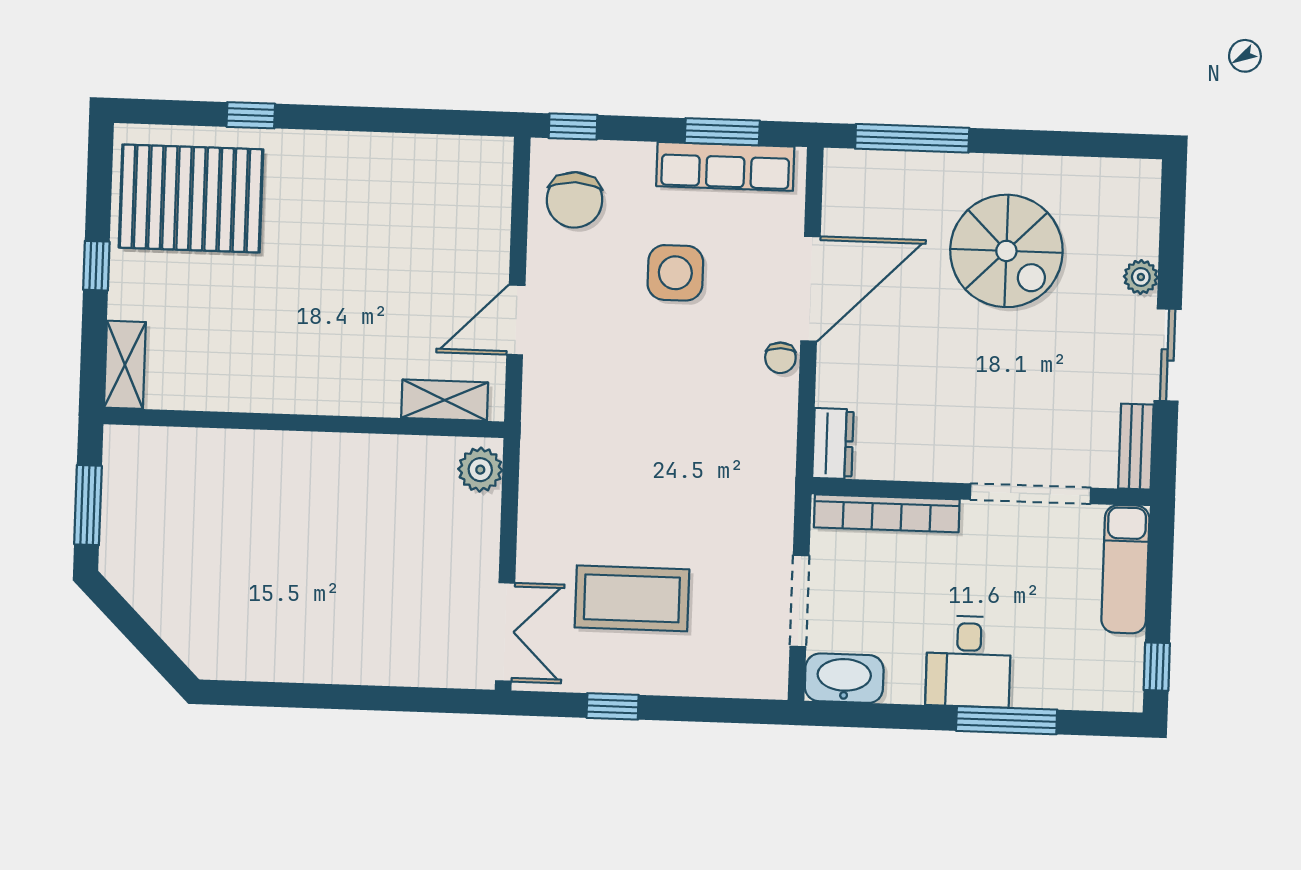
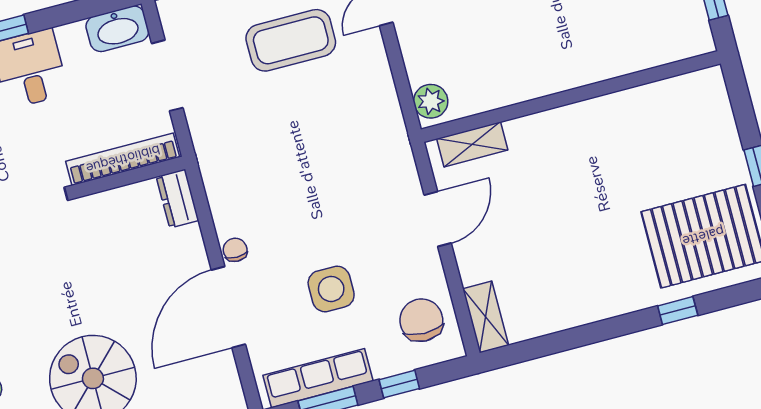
window: (573, 126) -> (399, 384), moved
shelving: (125, 365) -> (486, 317), moved

